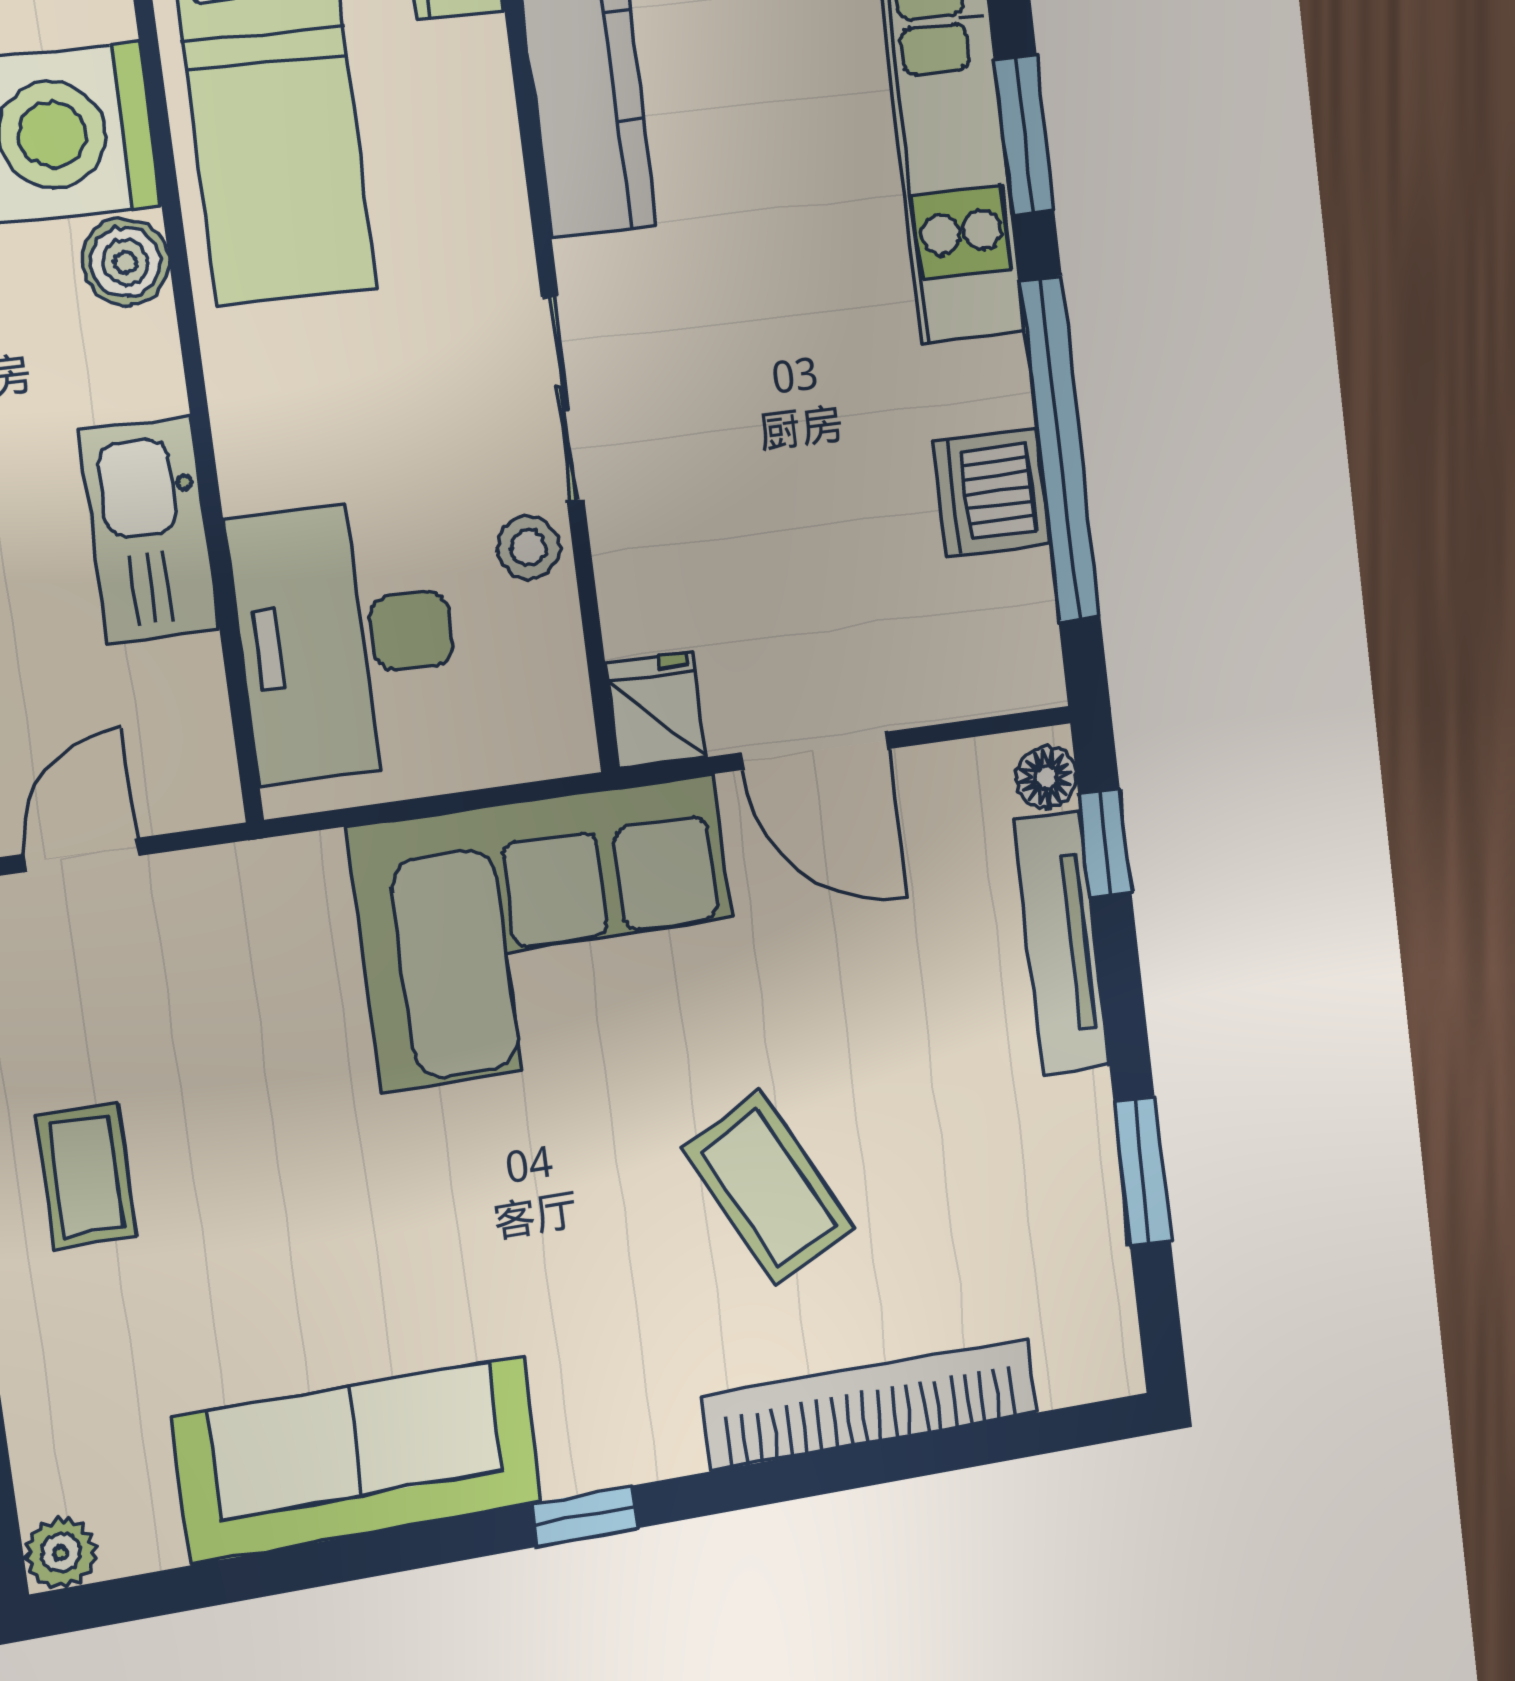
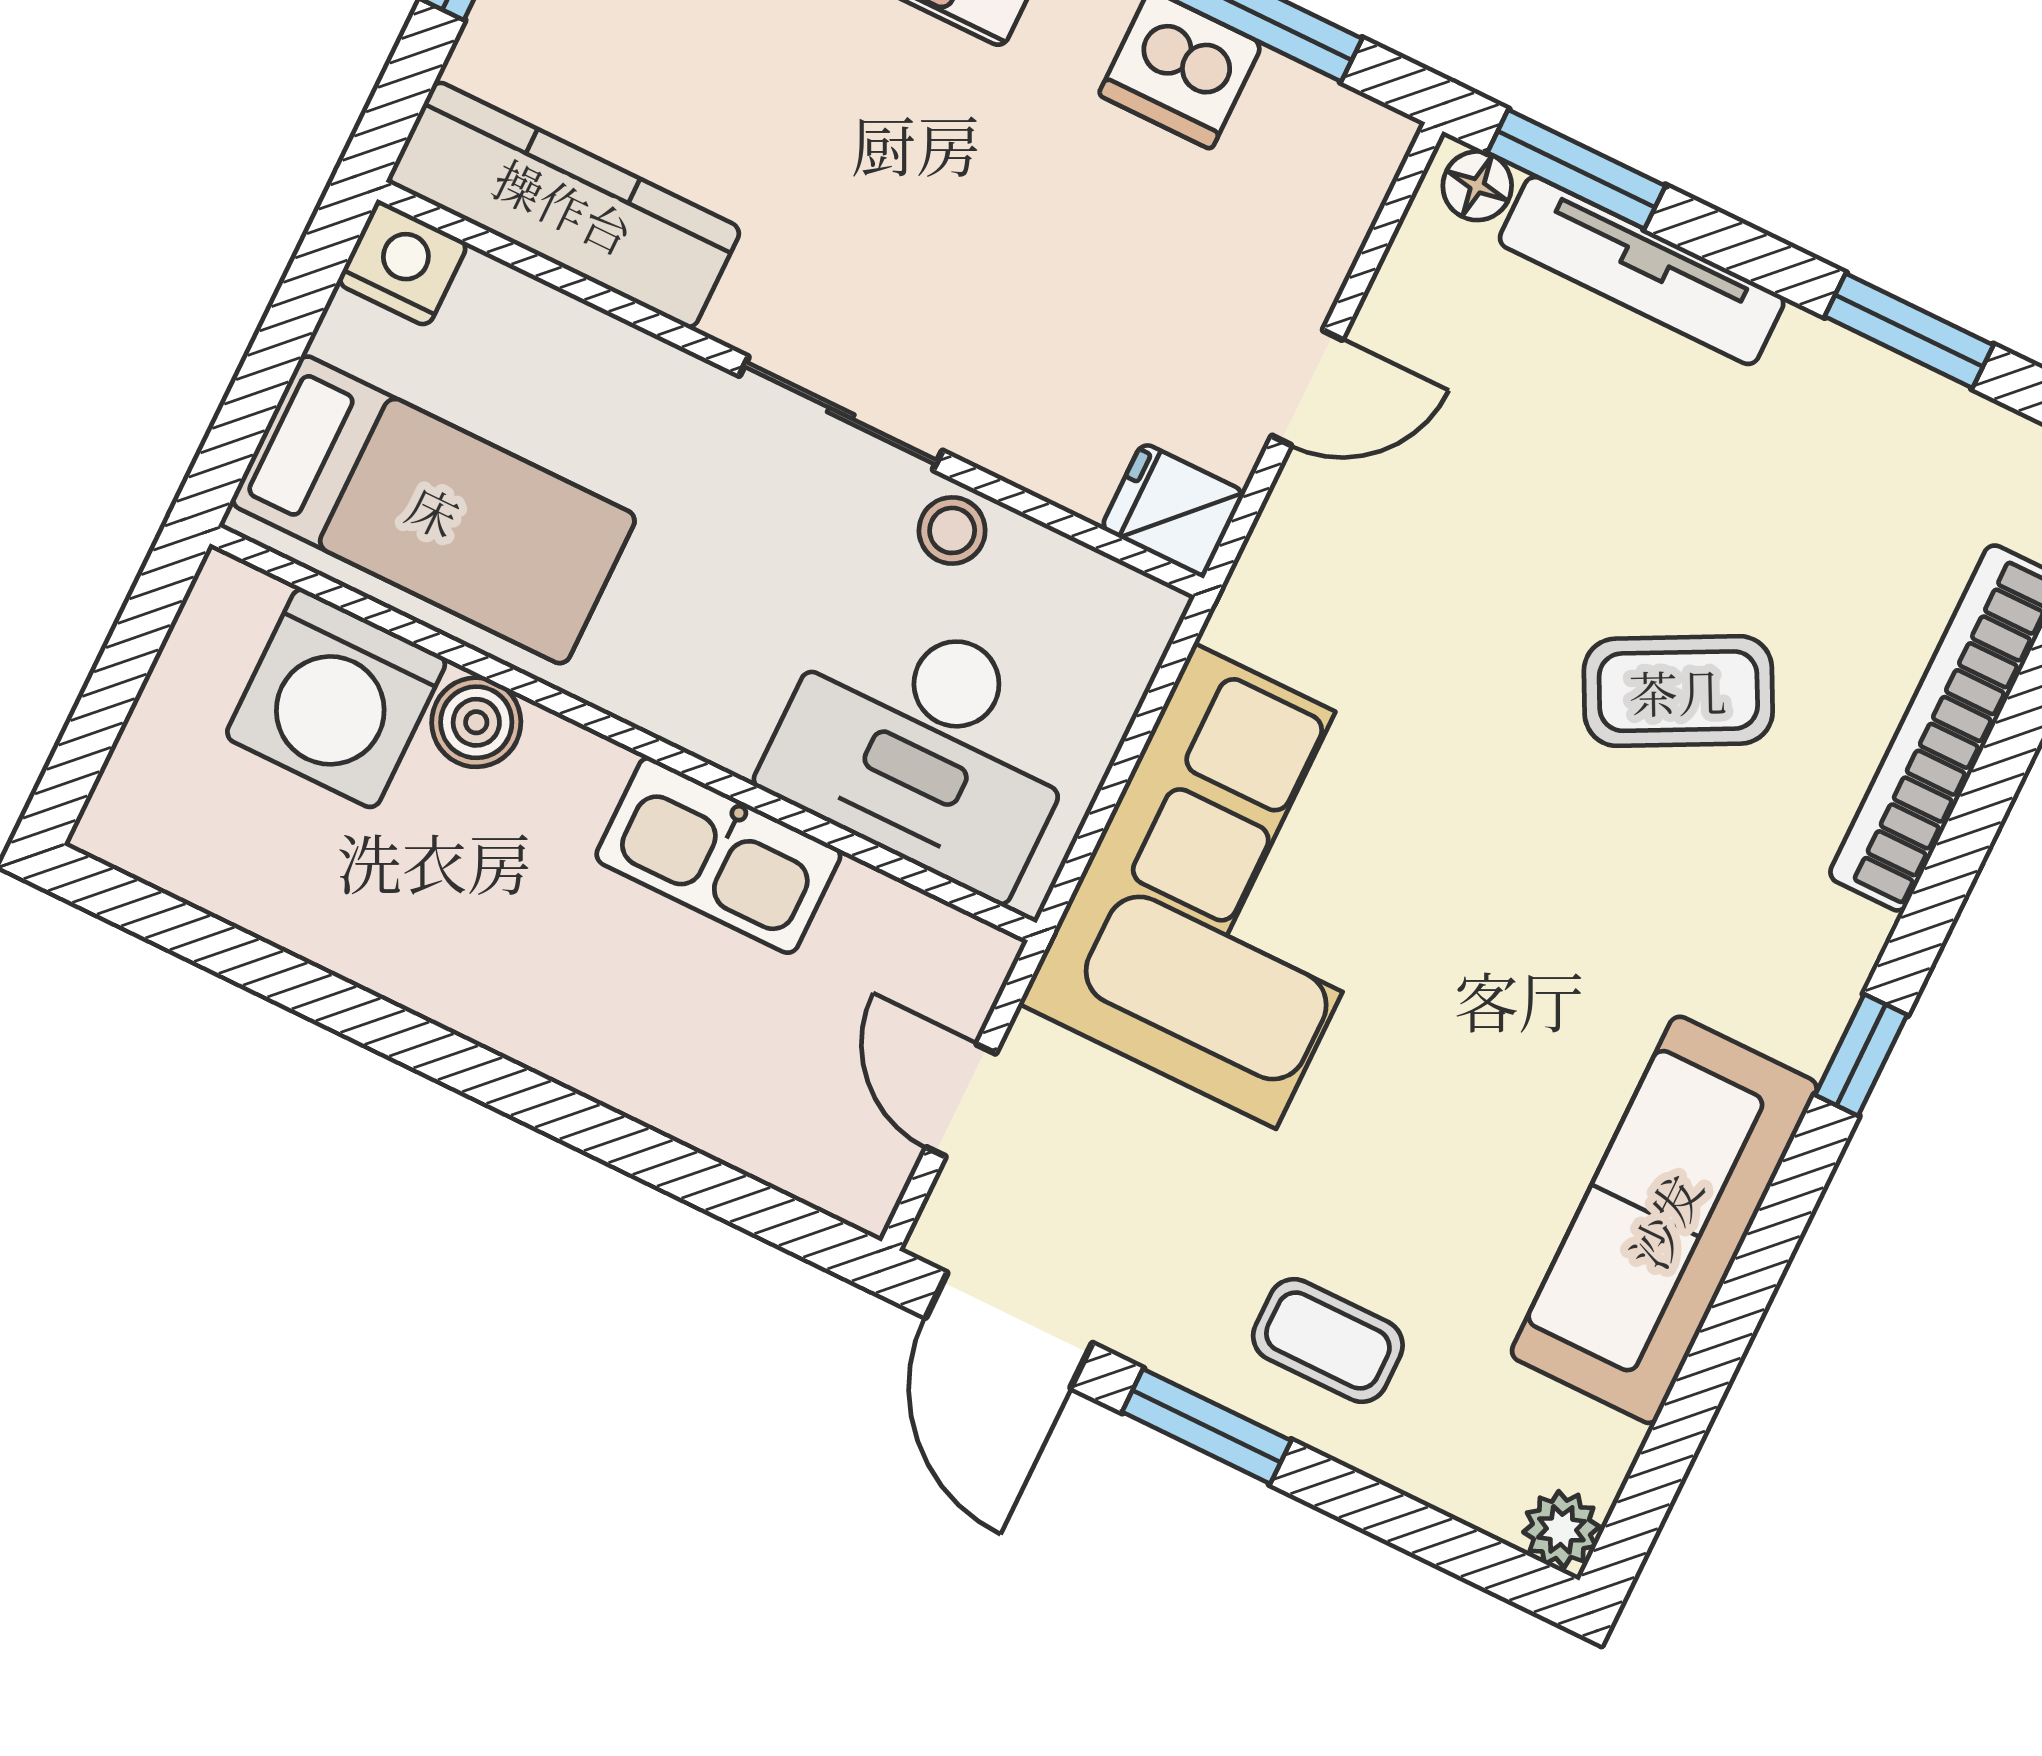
door: (815, 751) -> (1307, 388), width x0.73
window: (1105, 843) -> (1576, 169), width x1.50
corner sofa: (548, 932) -> (1235, 886), moved
coffee table: (86, 1176) -> (1328, 1340), moved

